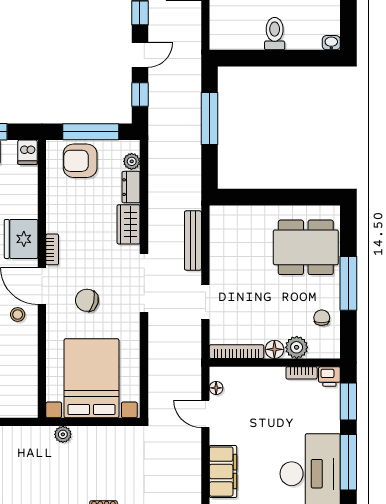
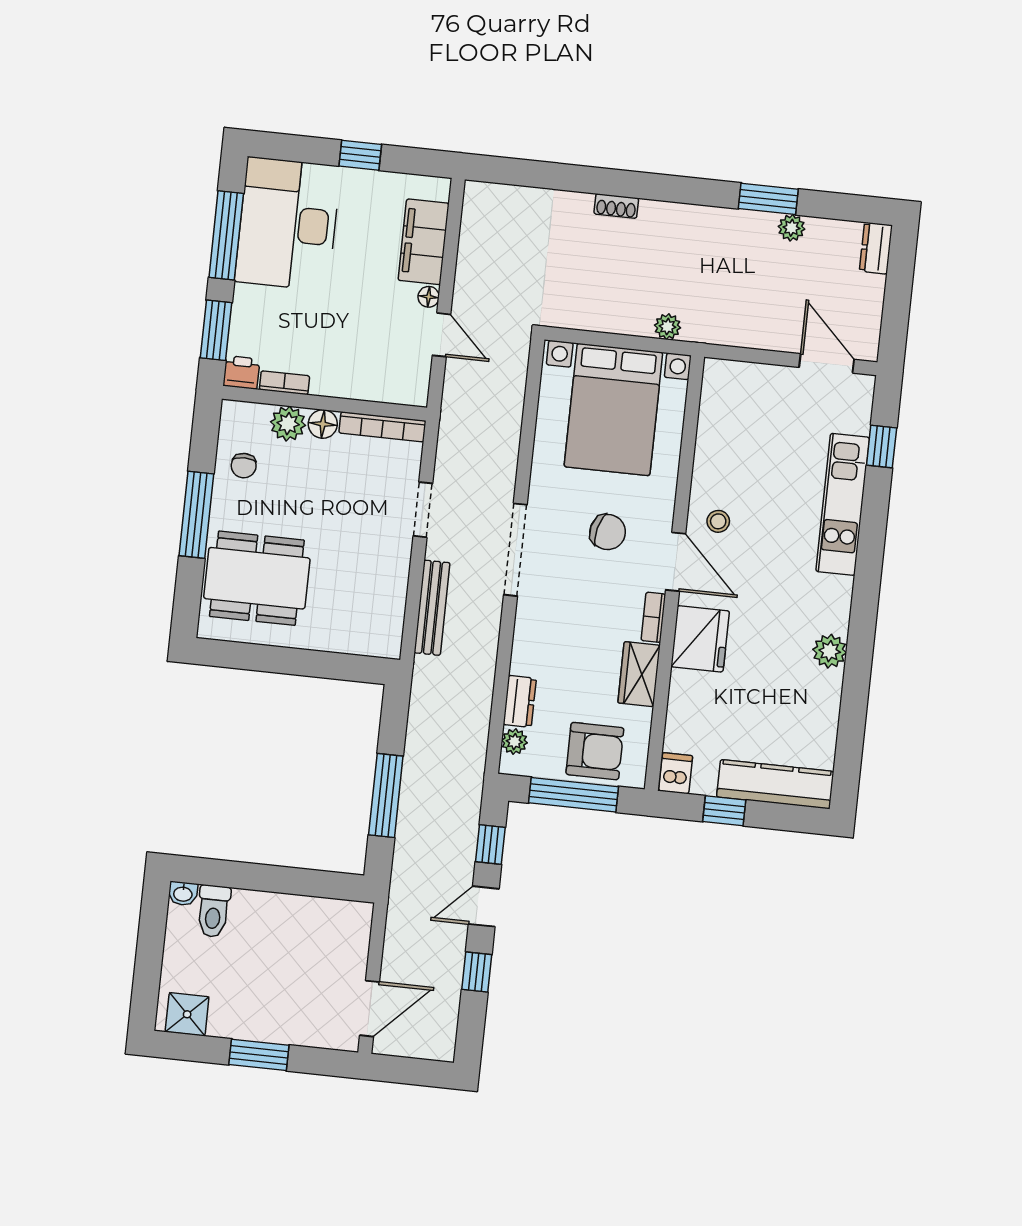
toilet: (275, 34) -> (213, 911), moved
wardrobe: (129, 224) -> (639, 674), moved, turned 180
floor lamp: (216, 388) -> (429, 297), moved

